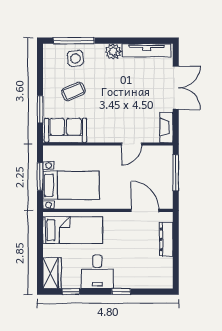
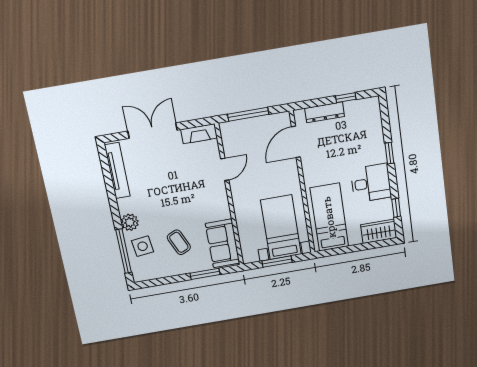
plant: (113, 52) -> (130, 222), moved
door: (132, 144) -> (225, 169), hinge flipped
window: (176, 260) -> (346, 98), added

